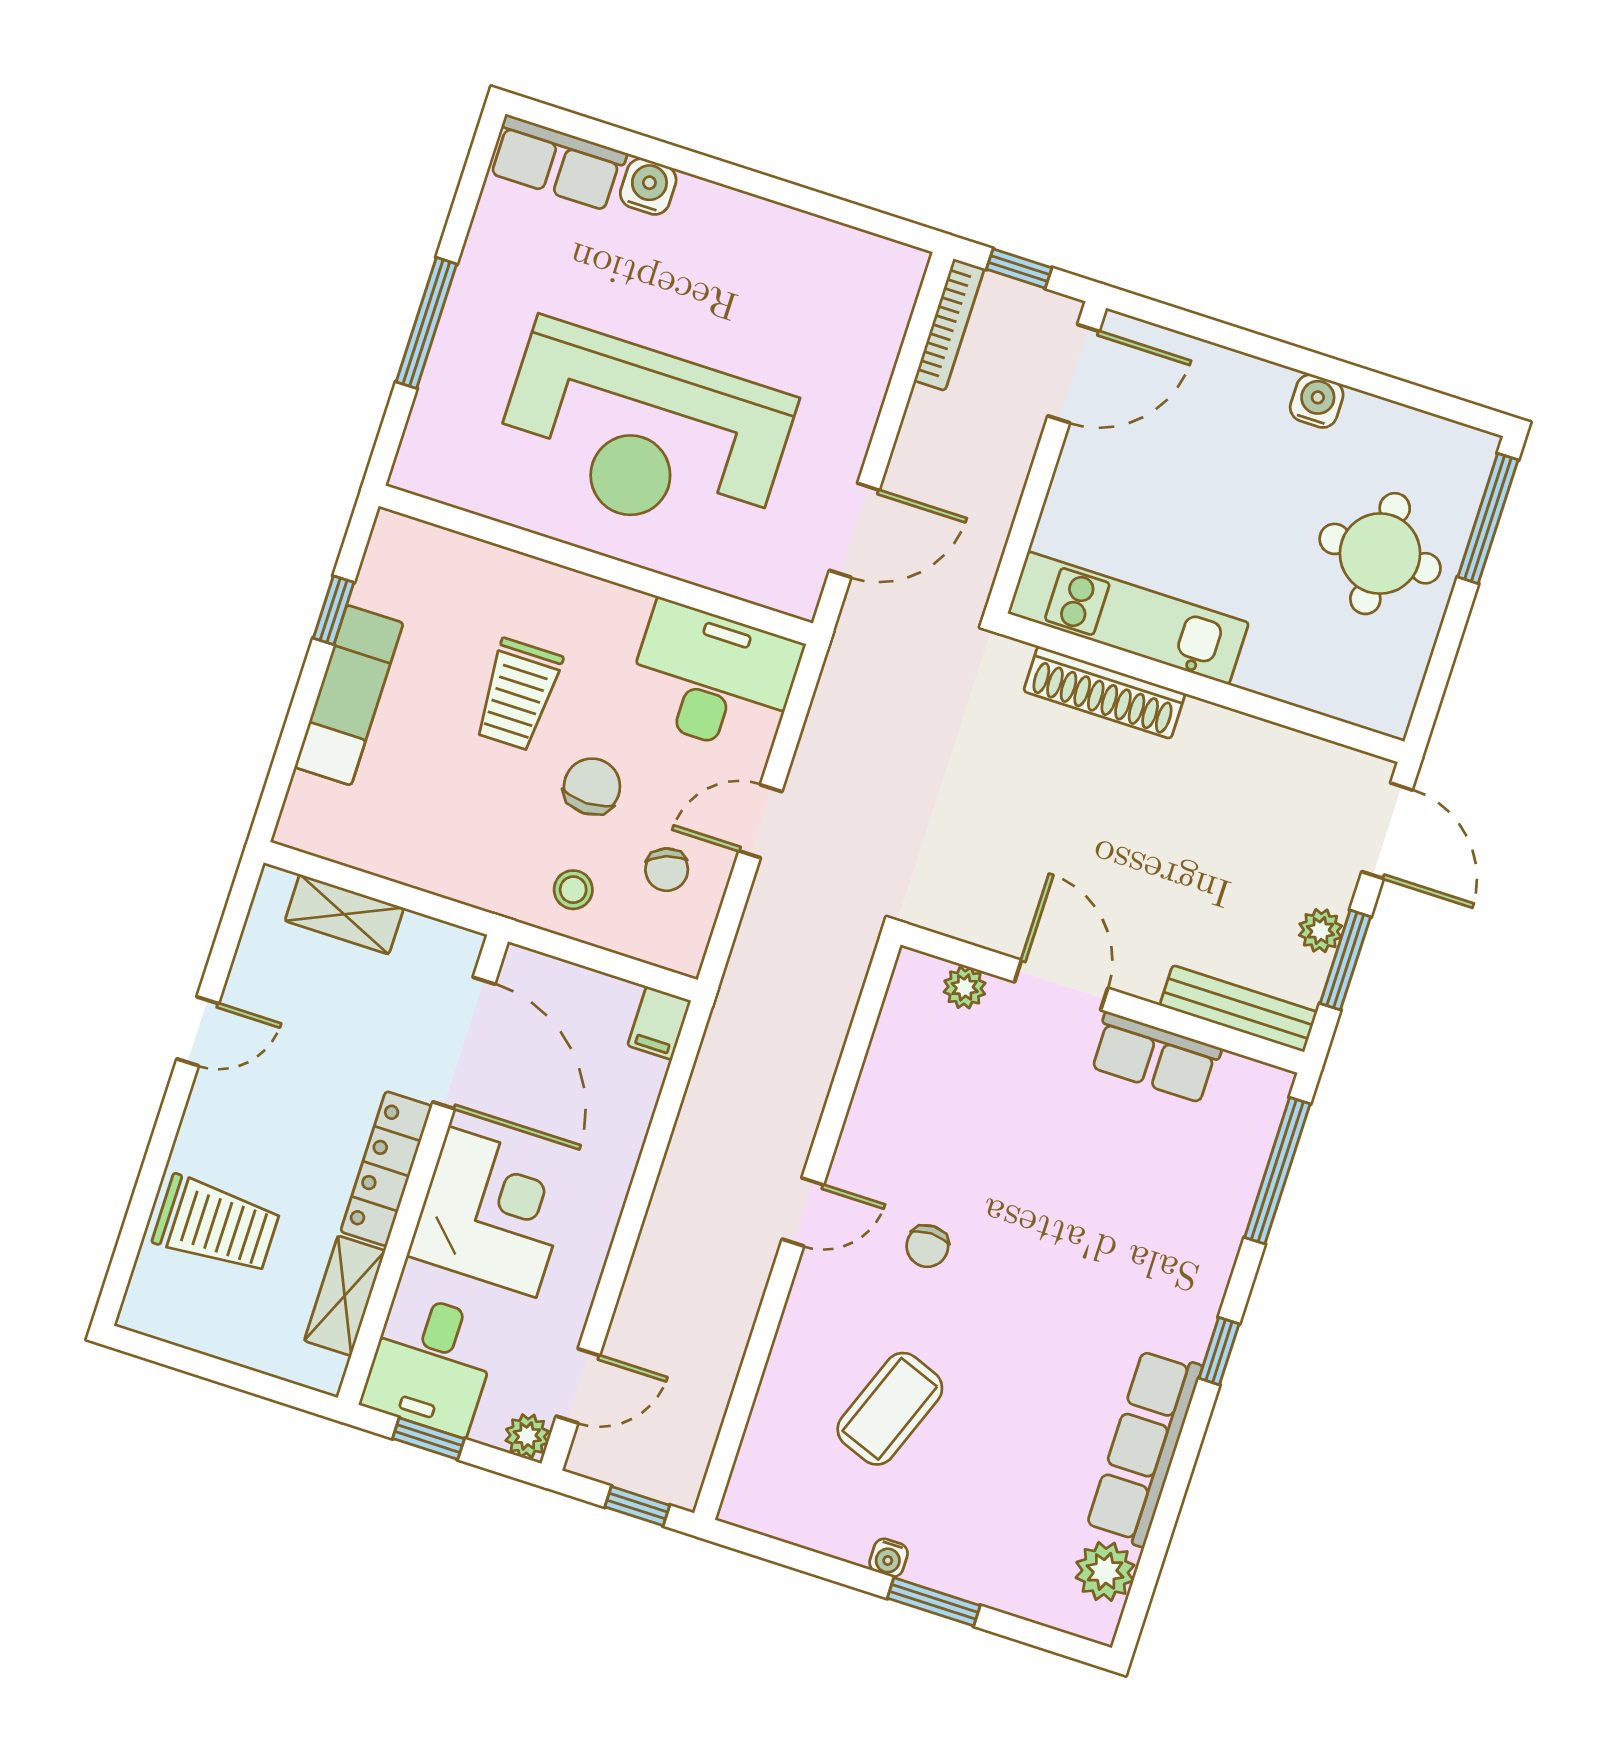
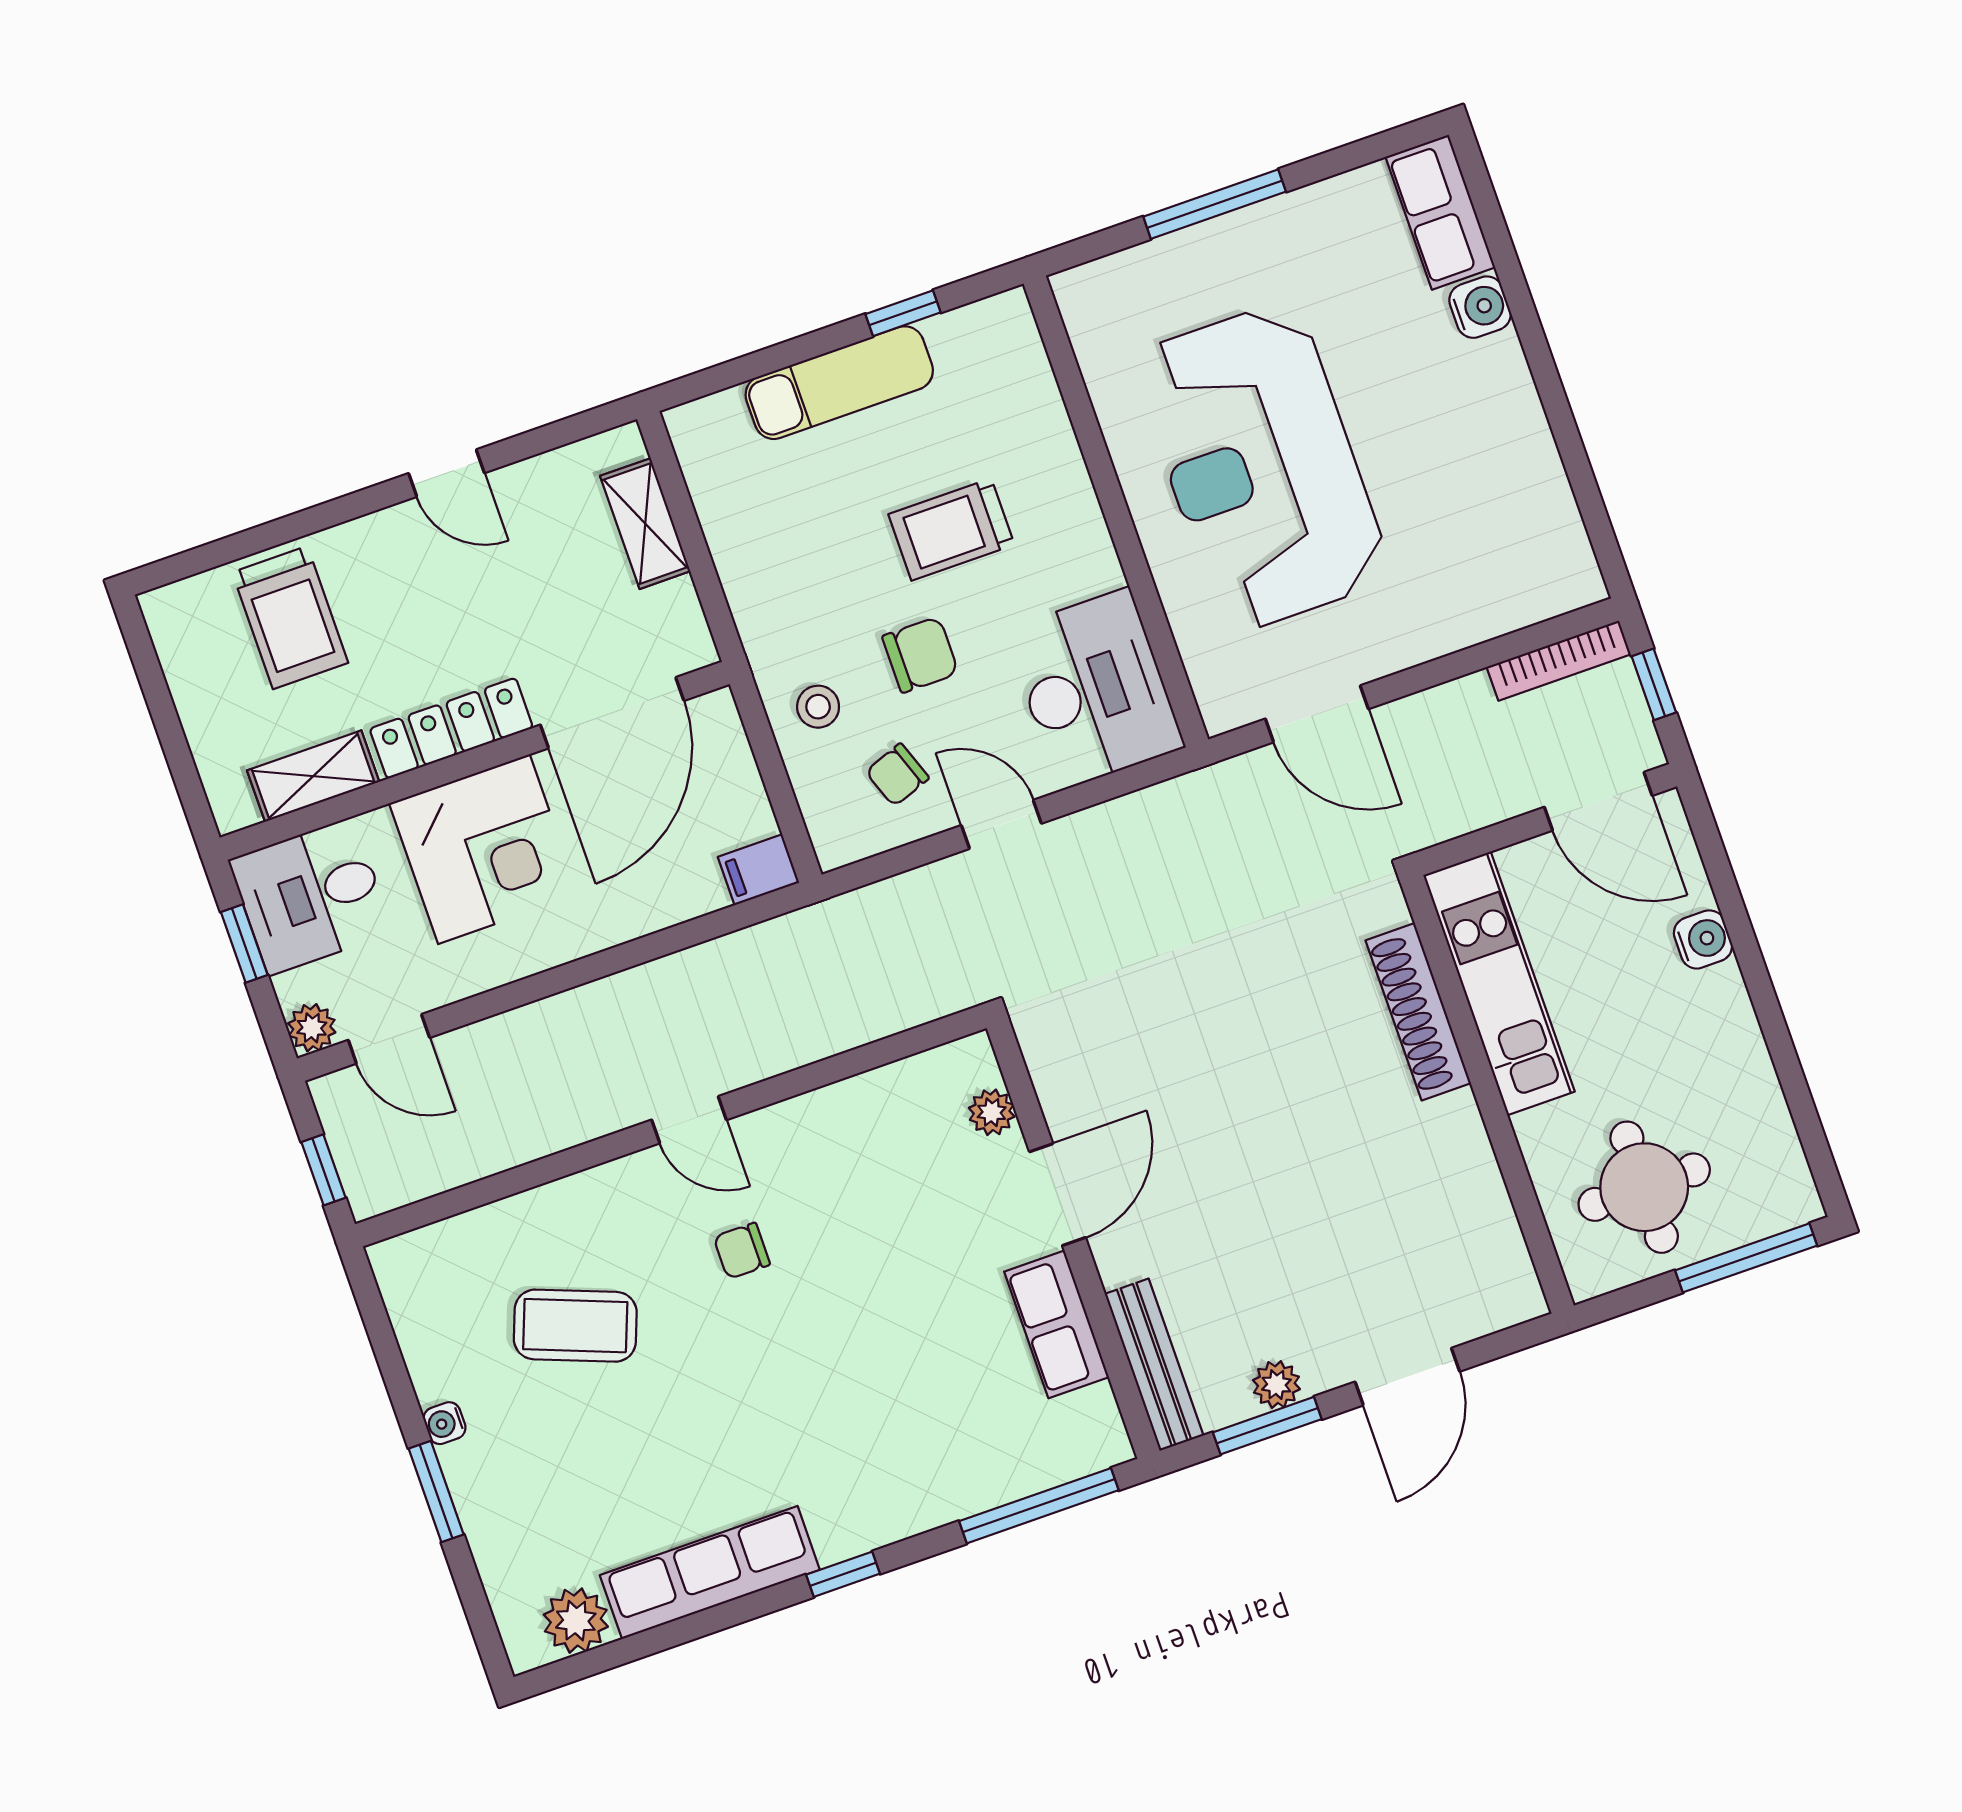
water cooler: (1317, 401) -> (1703, 939), moved
kitchen unit: (1128, 618) -> (1499, 983), moved
wall: (1203, 688) -> (1487, 1094), moved
shoe rack: (1104, 692) -> (1418, 1012), moved

